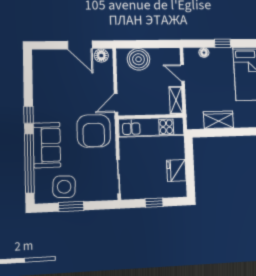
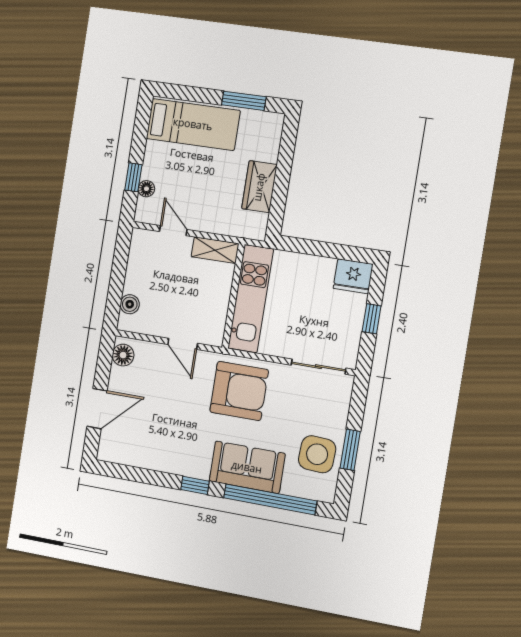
window: (223, 43) -> (133, 177), moved
door: (80, 45) -> (97, 409), moved
boiler: (138, 59) -> (130, 304), width x0.54, depth x0.54
door: (183, 73) -> (173, 231), swing flipped
door: (116, 103) -> (183, 344), moved
fridge: (176, 170) -> (353, 276), moved

